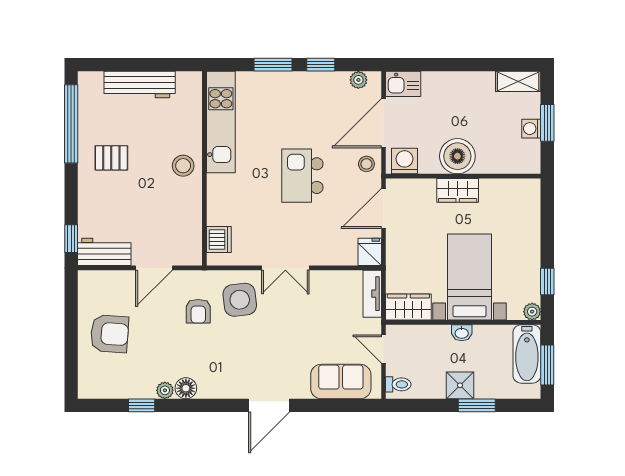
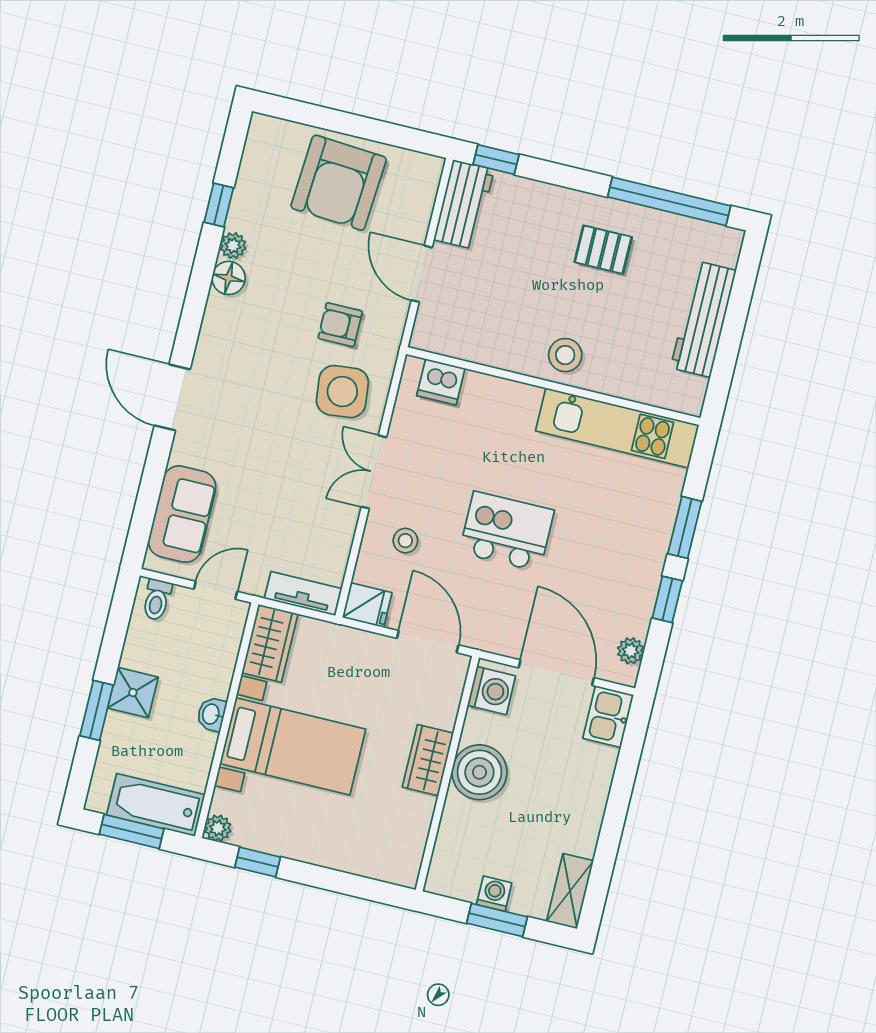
pallet: (111, 158) -> (603, 250), turned 90
stool: (366, 164) -> (405, 541), moved
armchair: (110, 334) -> (339, 183), width x1.36, depth x1.36

